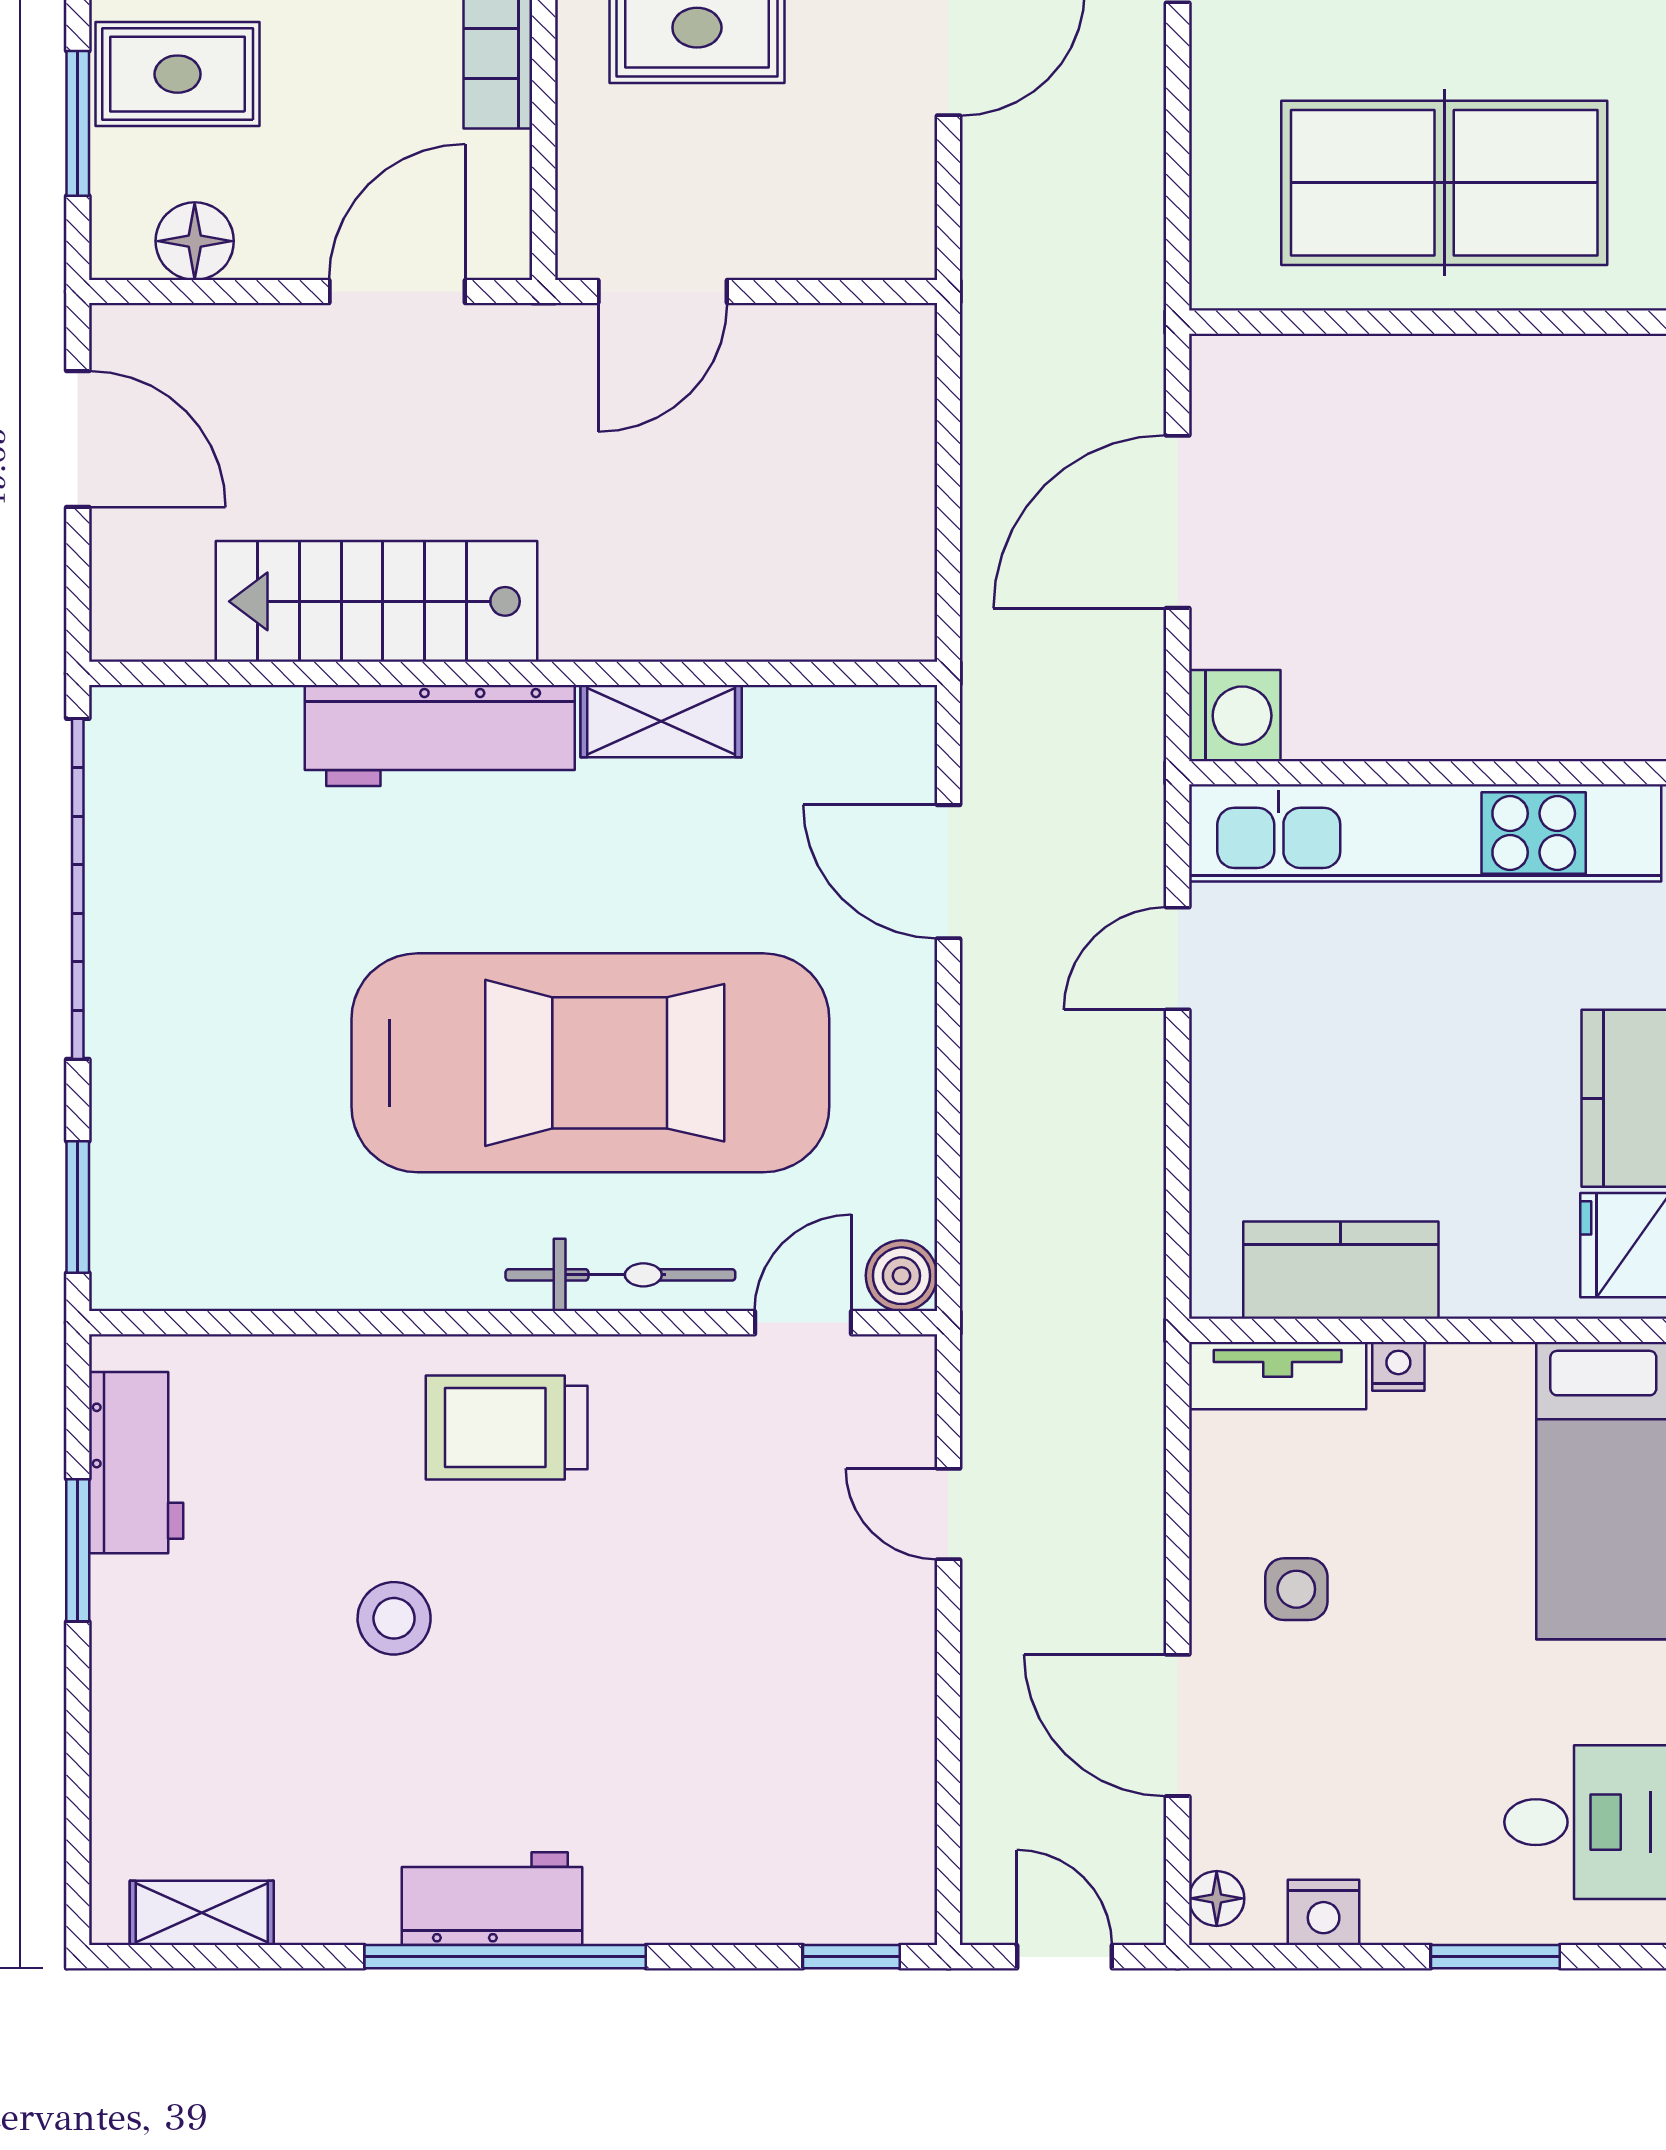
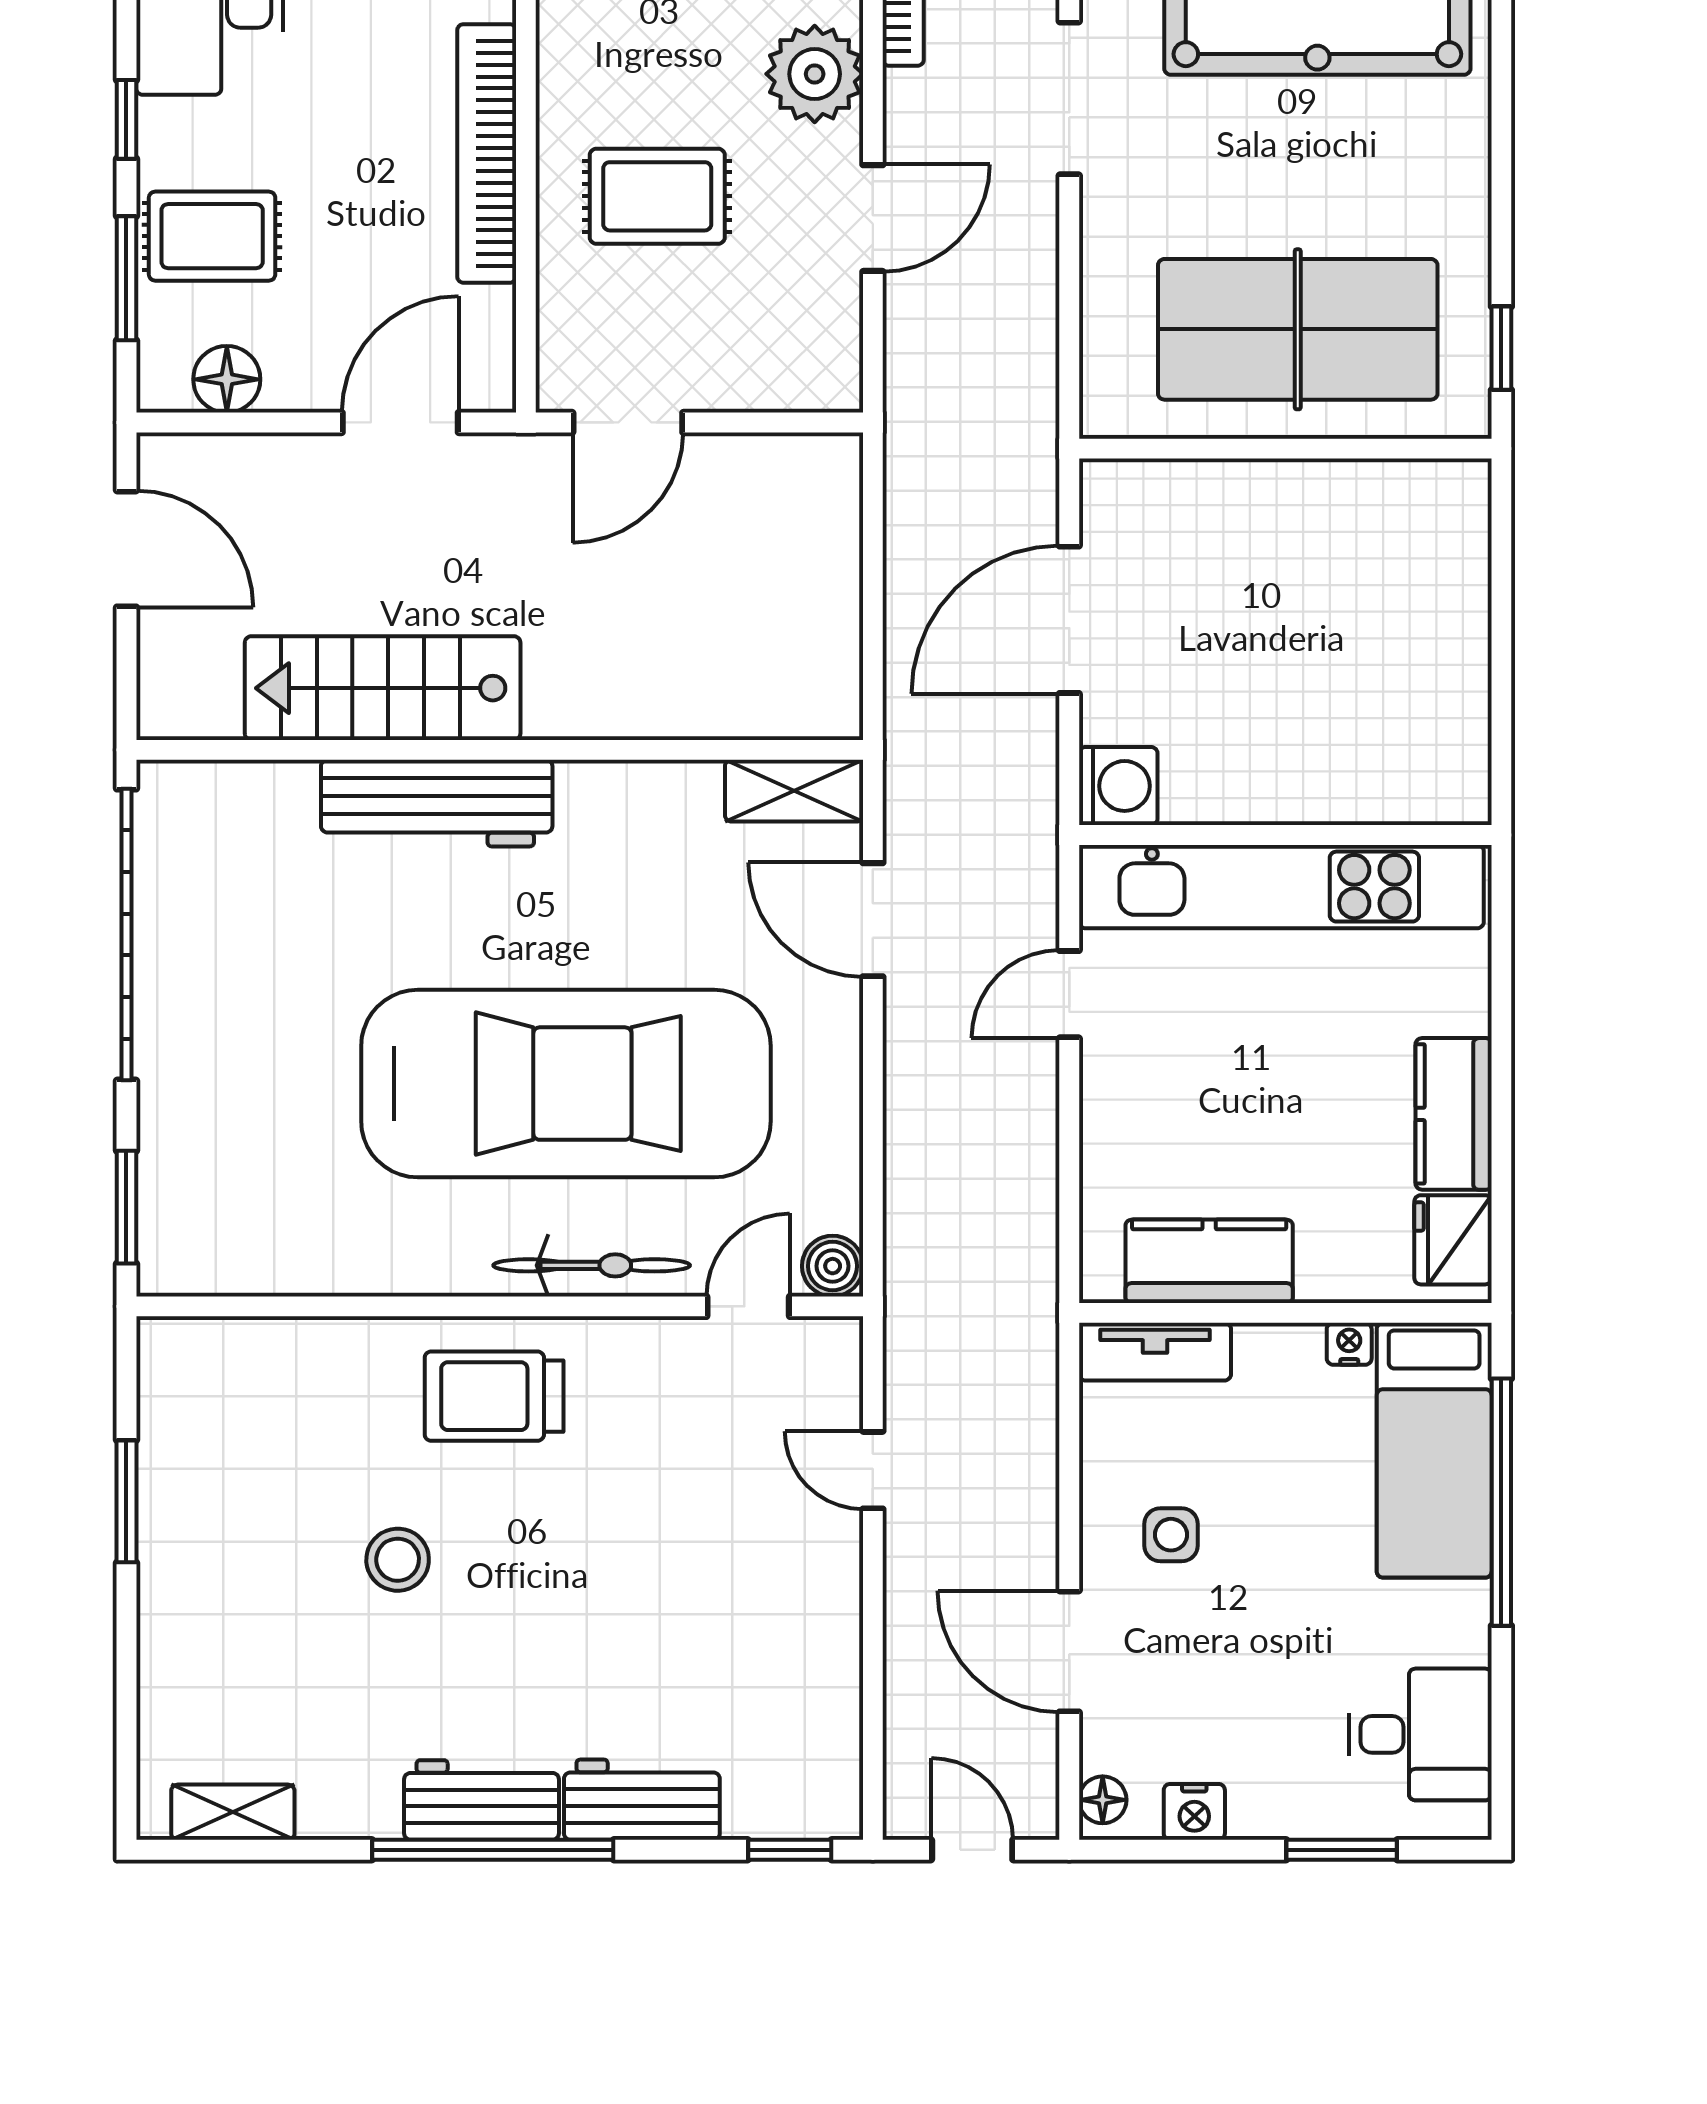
shelving: (661, 721) -> (794, 791), moved
nightstand: (1398, 1366) -> (1349, 1344), moved
workbench: (136, 1463) -> (642, 1800), moved, turned -90

